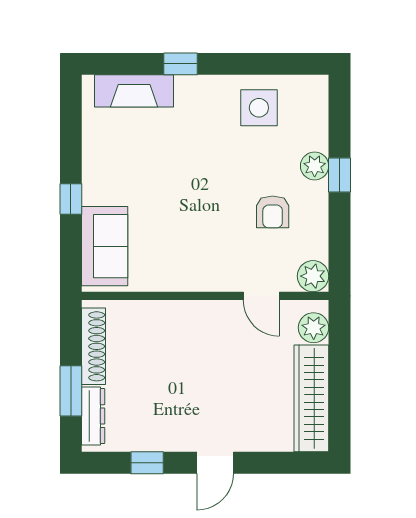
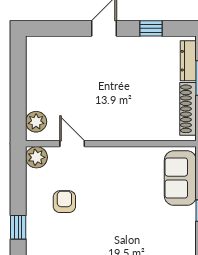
plant: (315, 166) -> (35, 233), removed
wardrobe: (311, 398) -> (38, 73), removed

